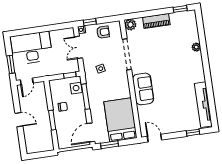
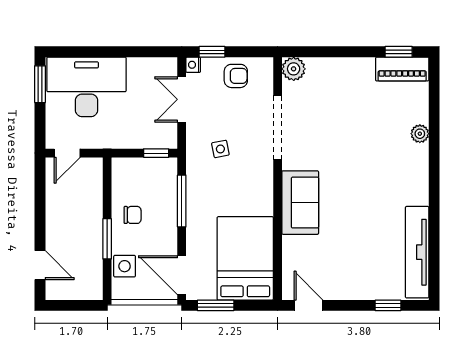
piano: (156, 21) -> (402, 69), moved
window: (11, 64) -> (40, 84), moved
side table: (76, 88) -> (125, 266), moved
door: (19, 120) -> (40, 265), moved
door: (91, 132) -> (182, 275), hinge flipped

